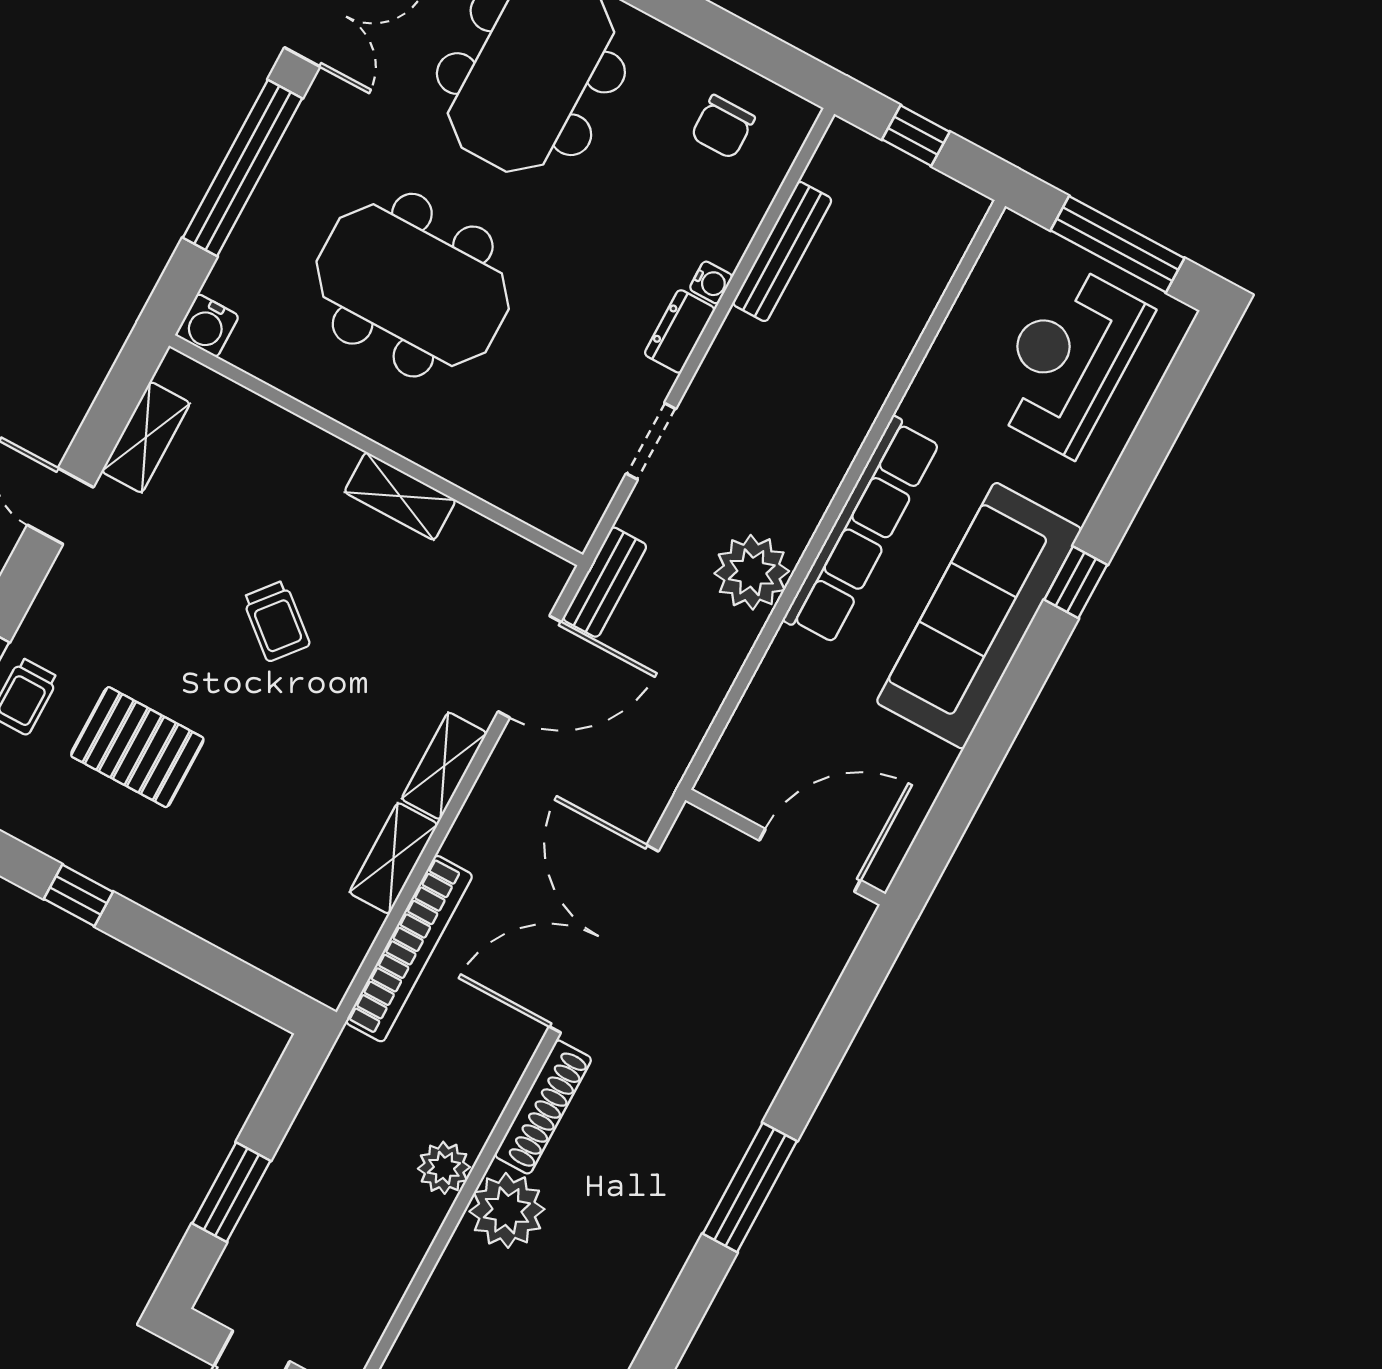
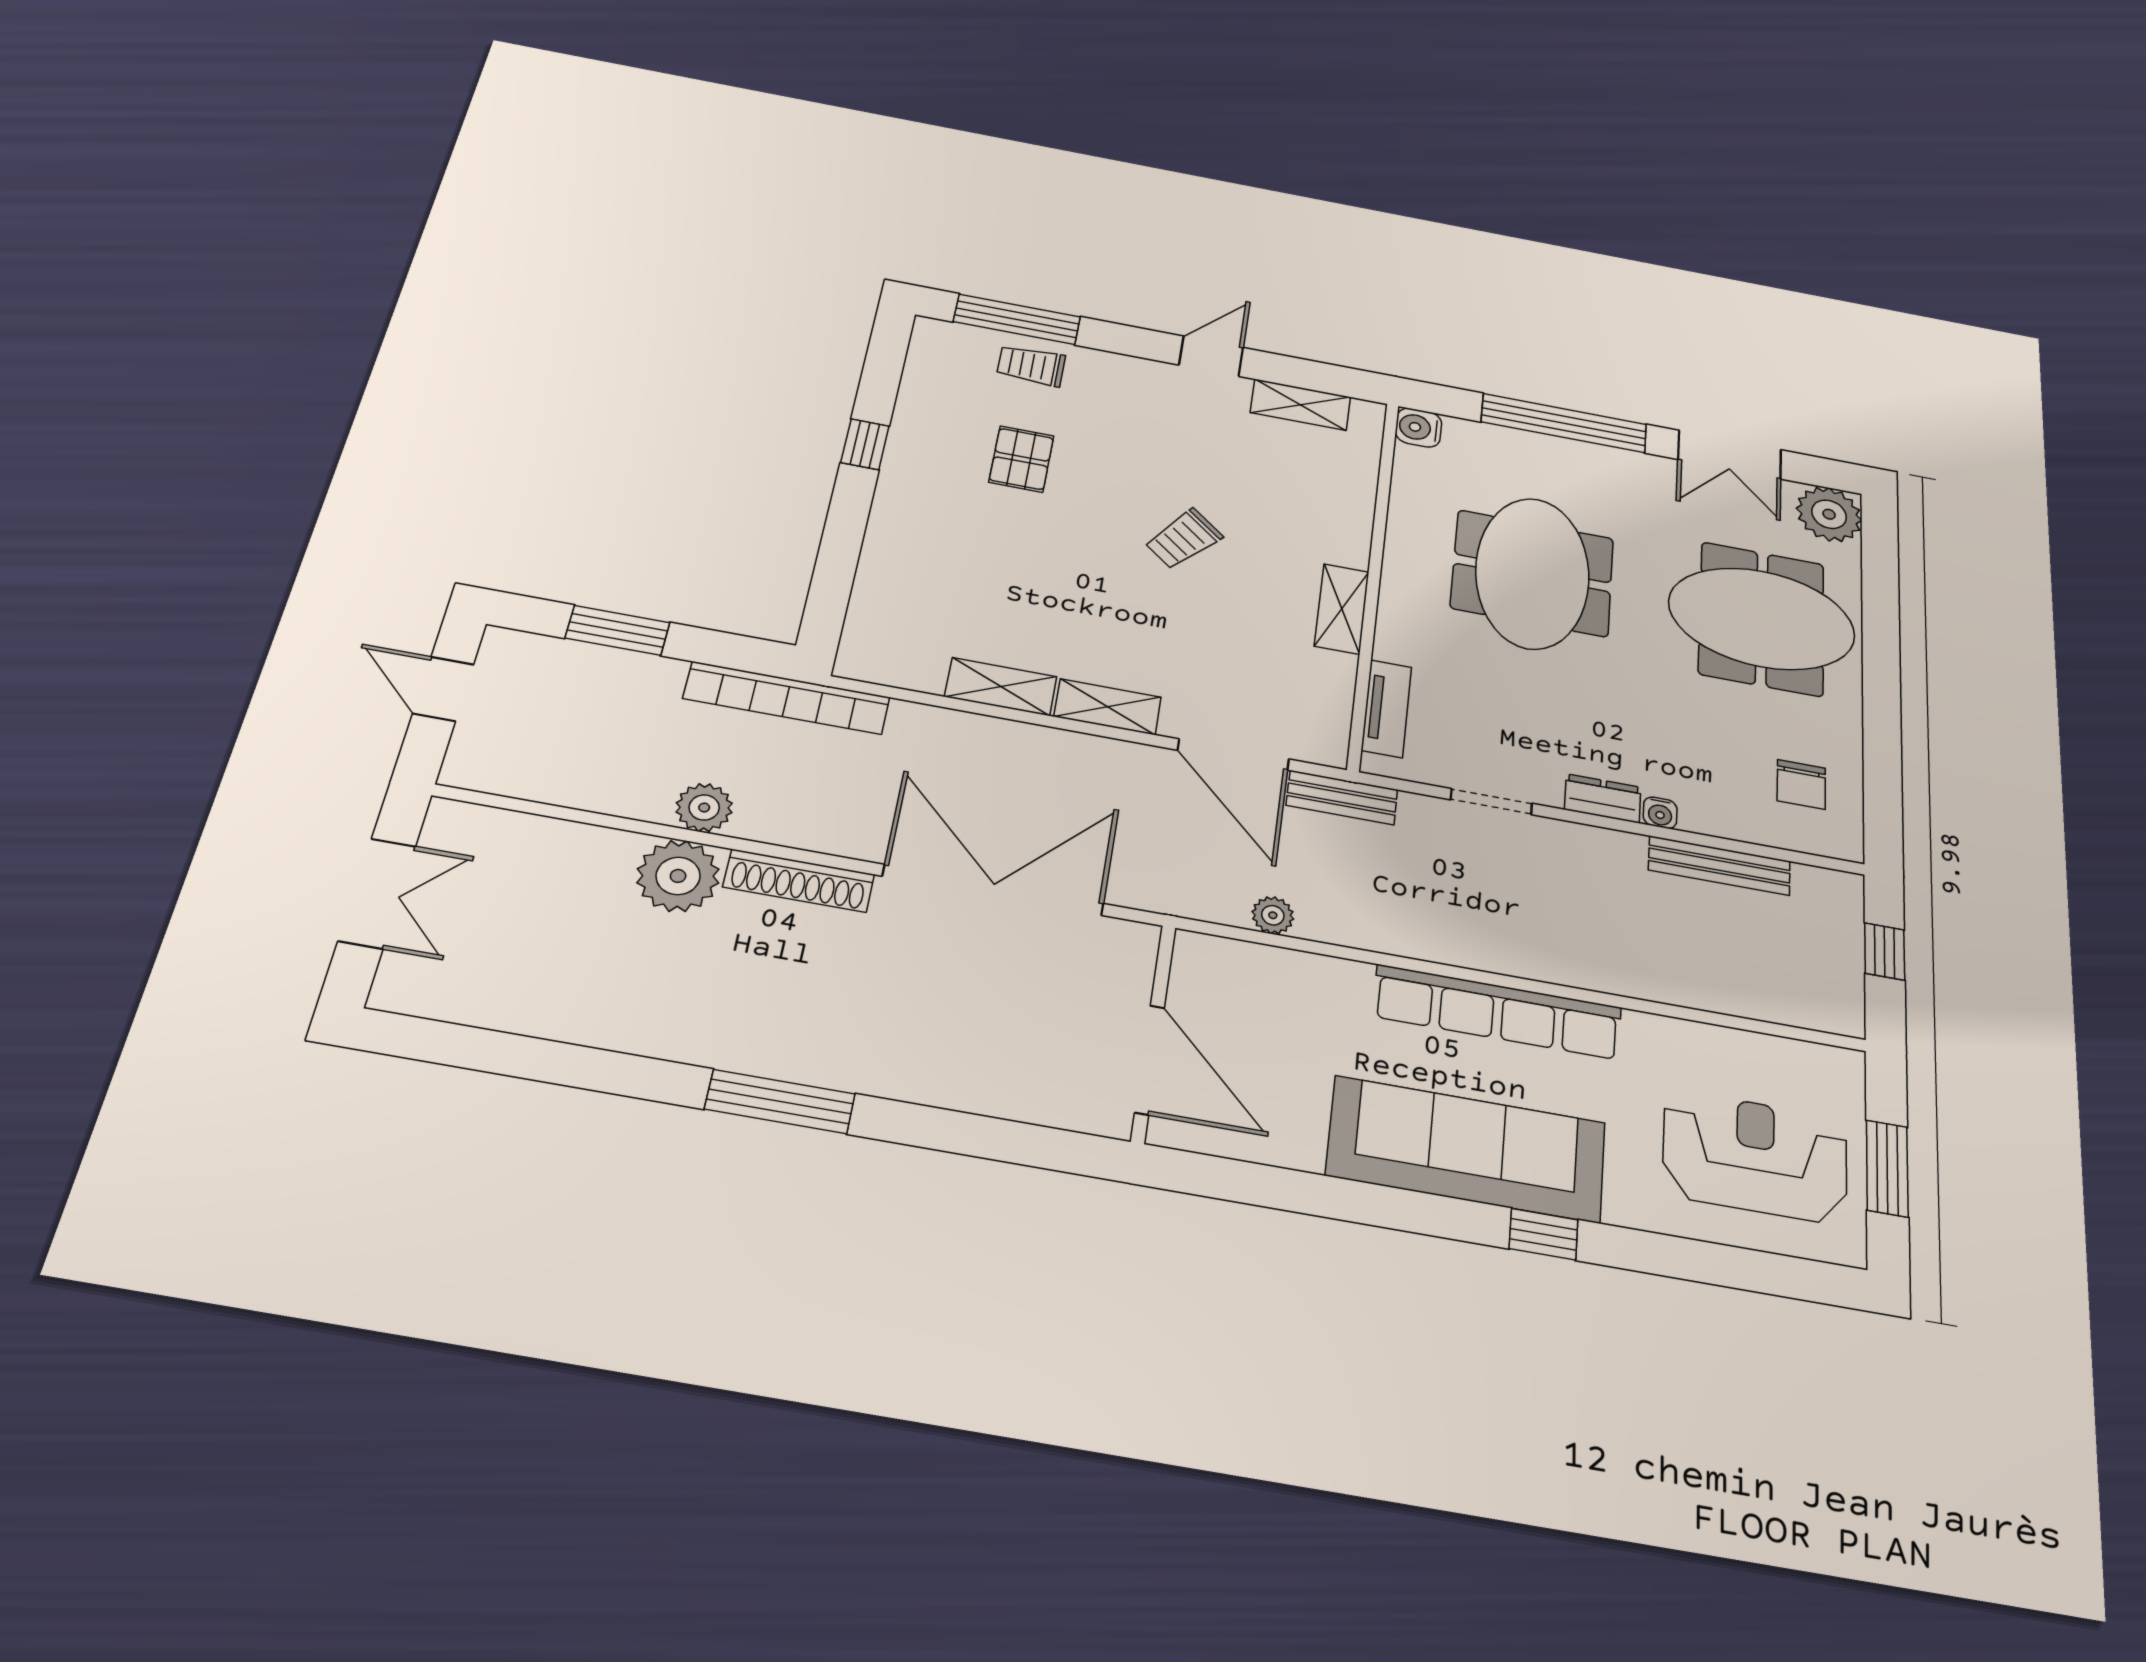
chair: (723, 127) -> (1801, 784), turned -90
window: (1118, 244) -> (1887, 1168), width x0.69
tv unit: (523, 499) -> (1386, 708), added
plant: (752, 572) -> (1273, 915), moved, width x0.53, depth x0.53
pallet: (137, 747) -> (1021, 459), width x0.67, depth x0.71
bookcase: (409, 949) -> (787, 698), moved

